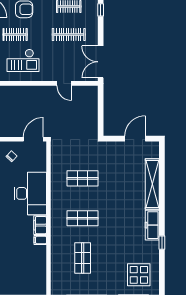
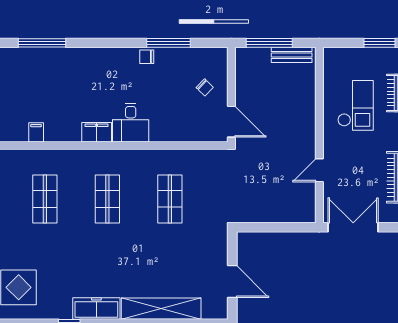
checkout: (23, 60) -> (355, 105), turned 180
desk: (30, 193) -> (131, 123), width x0.53, depth x0.77
filing cabinet: (40, 240) -> (36, 132), moved
shop shelf: (83, 258) -> (45, 199), turned 90

